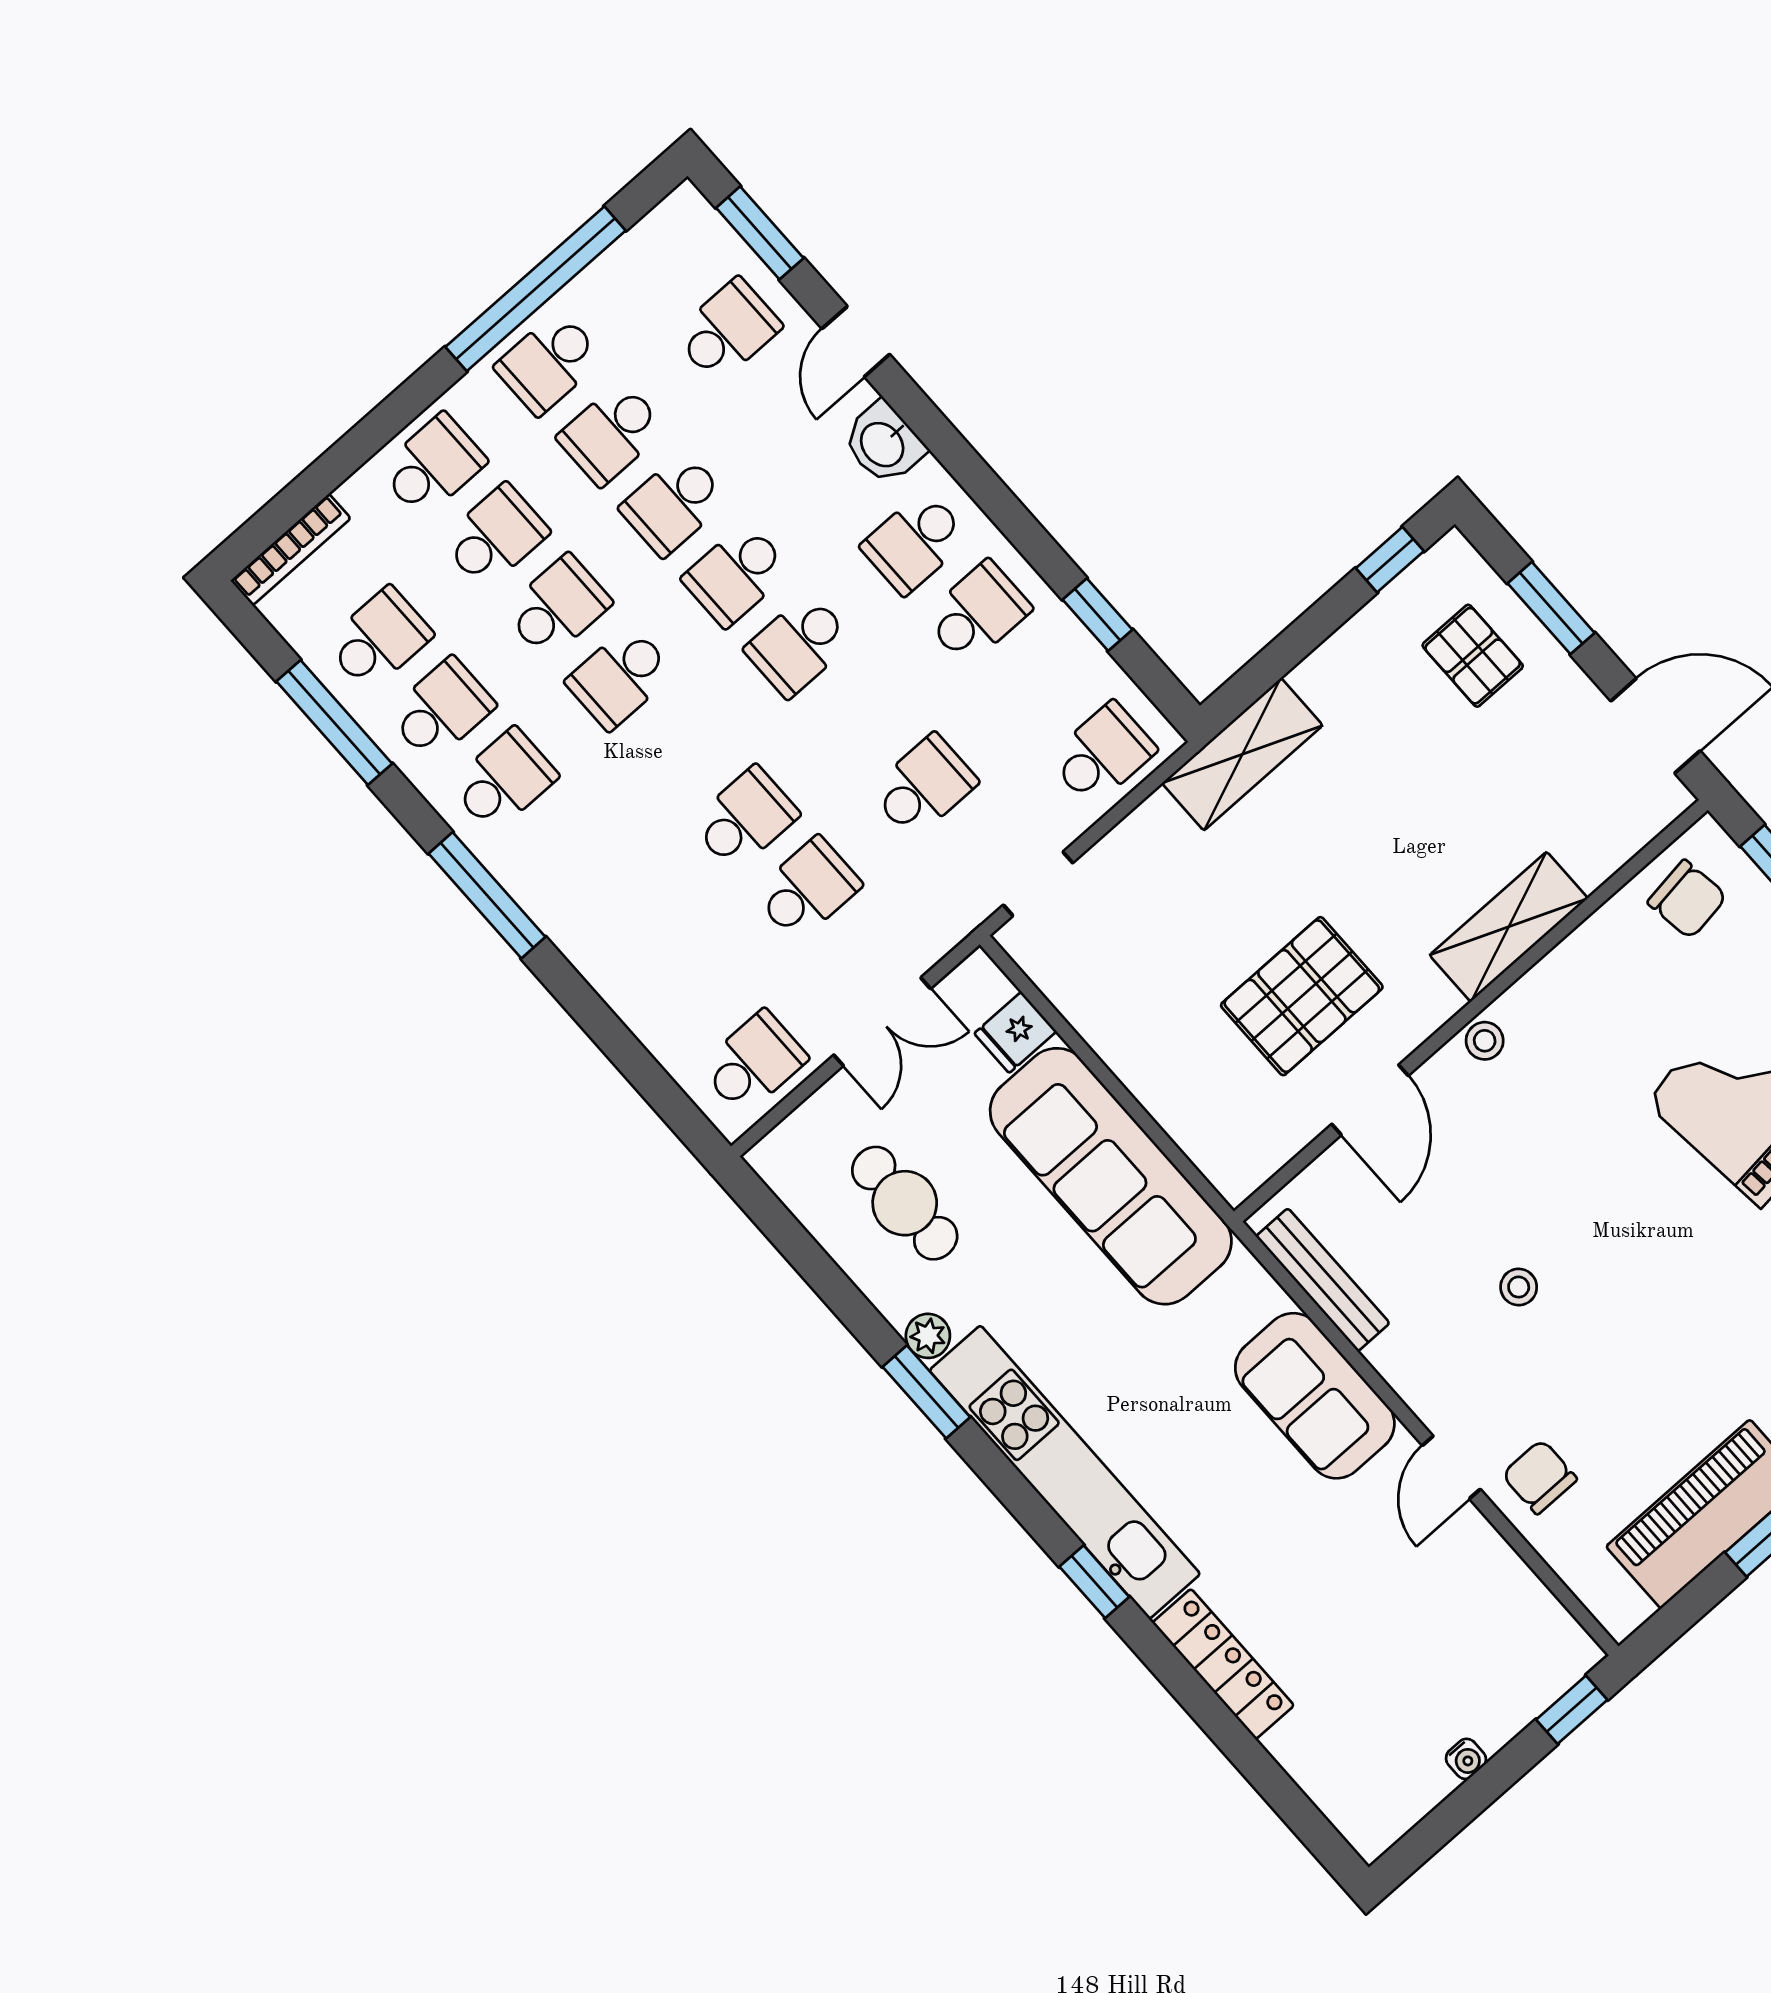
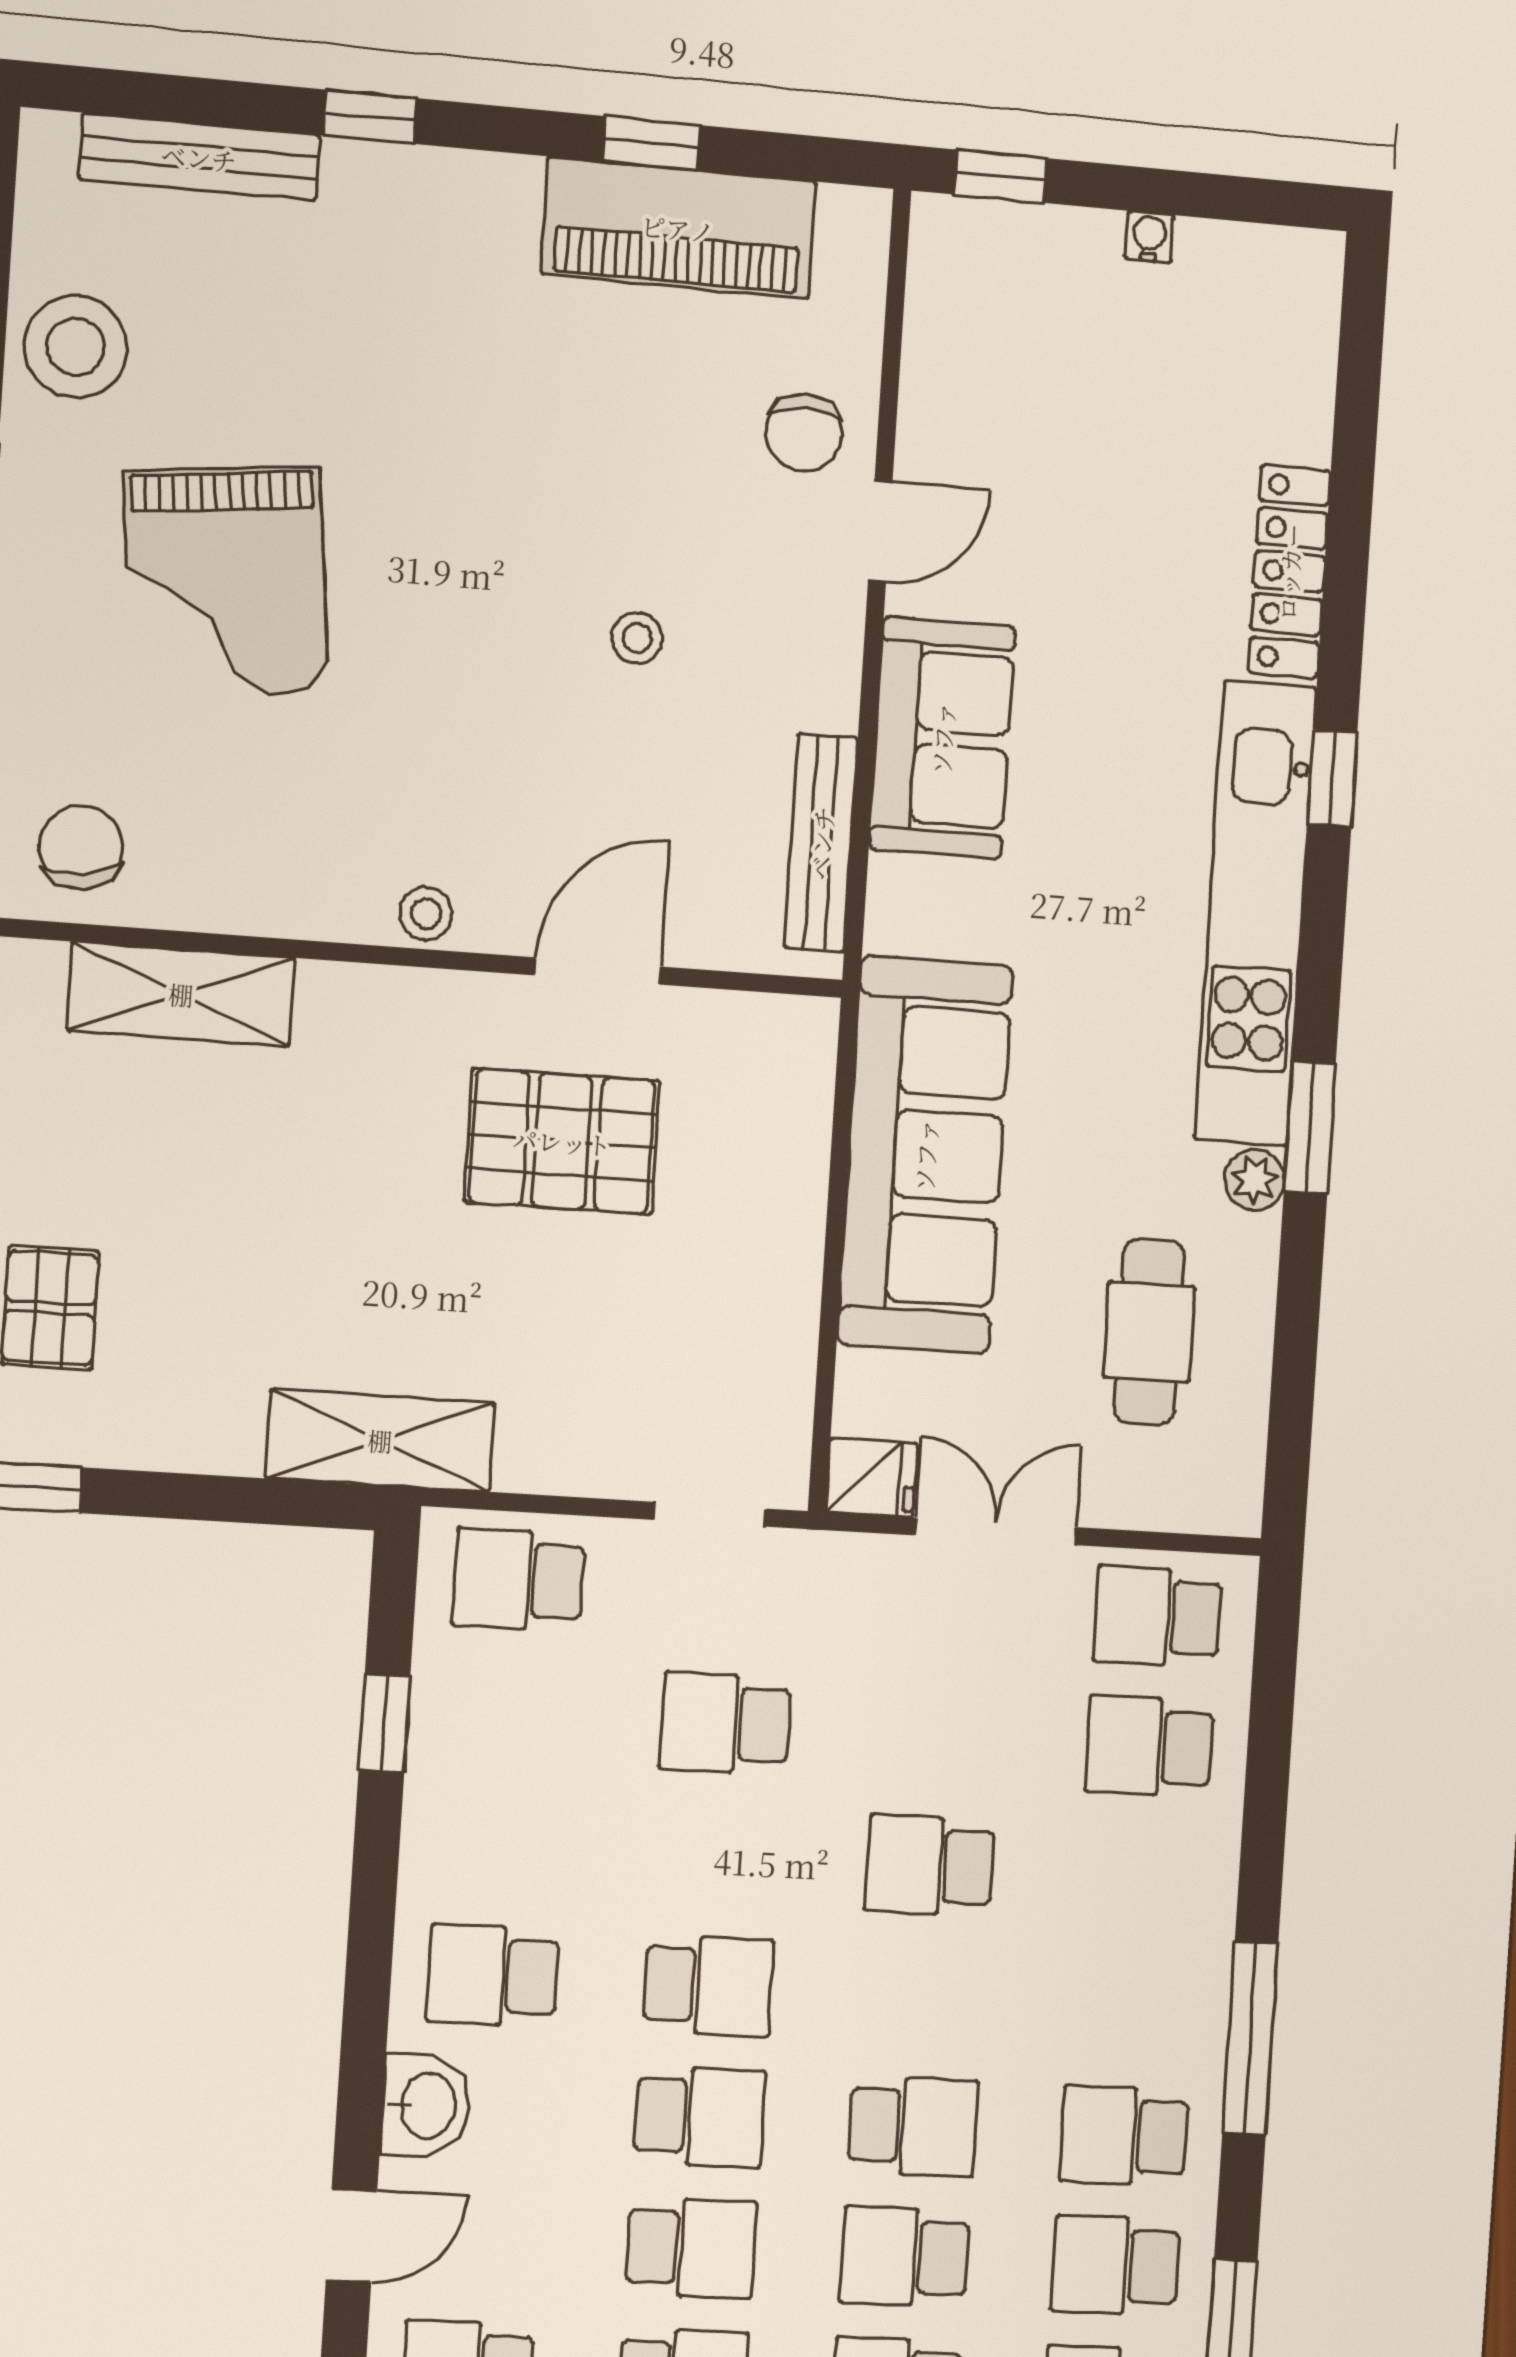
school desk: (915, 542) -> (493, 1975), turned 180
school desk: (977, 613) -> (501, 1843), removed
school desk: (807, 889) -> (1149, 1746), moved
shelving: (1509, 927) -> (181, 994), moved
fridge: (1015, 1032) -> (872, 1478), moved

